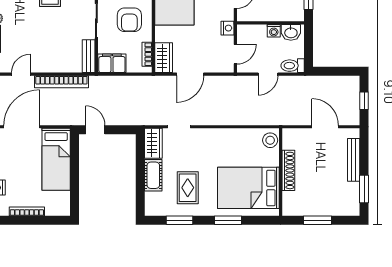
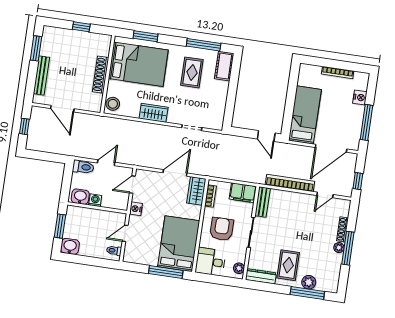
wardrobe: (153, 143) -> (154, 113), moved, turned 90
cot: (153, 175) -> (224, 66), moved
window: (179, 220) -> (204, 45), width x1.44
window: (228, 220) -> (145, 36), moved
window: (318, 220) -> (81, 27), width x0.67

